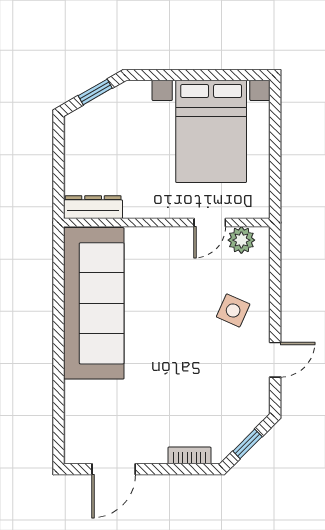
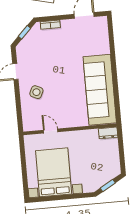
dresser: (93, 207) -> (108, 133), width x0.70
door: (210, 222) -> (51, 131), hinge flipped
plant: (241, 240) -> (36, 124), removed

